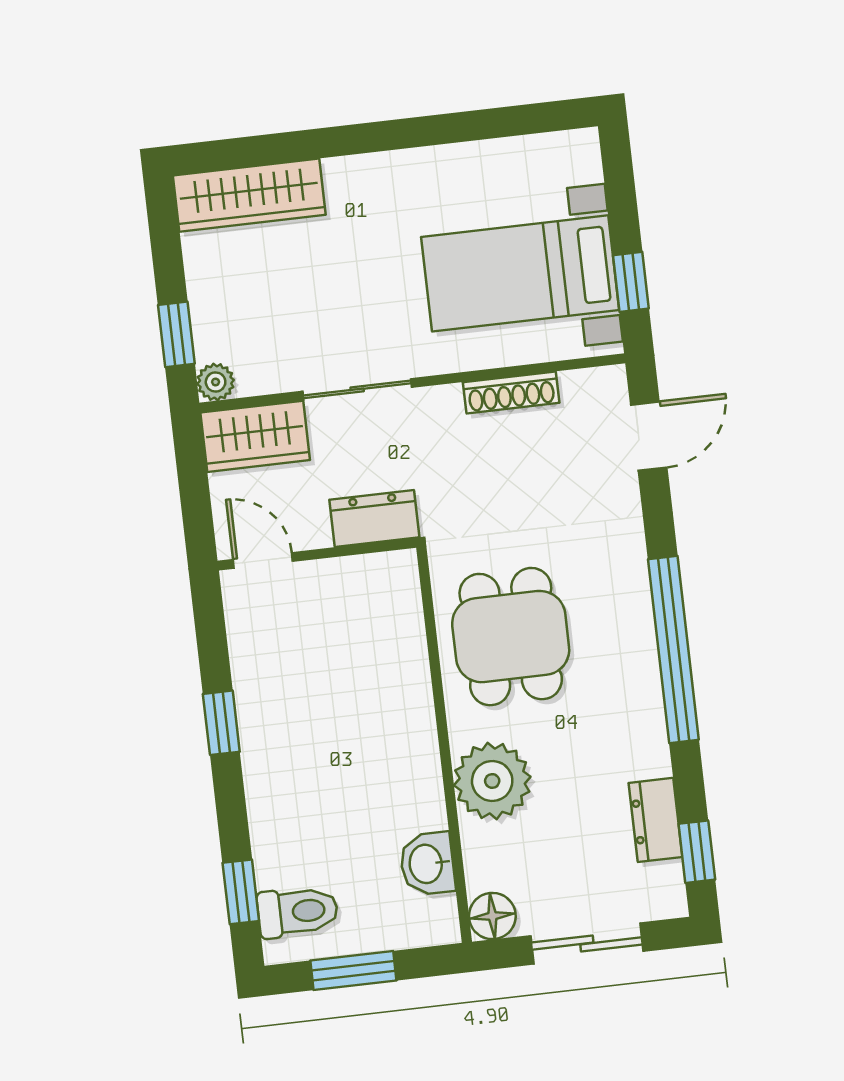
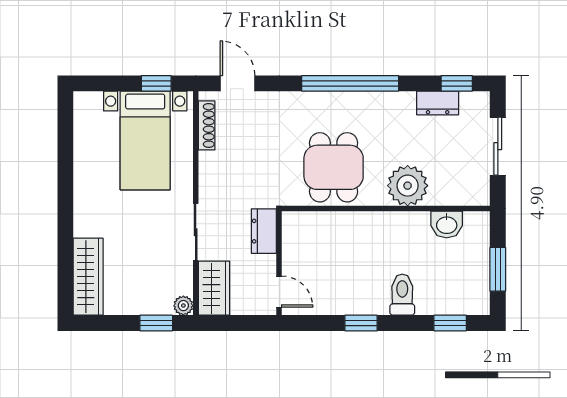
shoe rack: (511, 392) -> (207, 125), moved
door: (263, 560) -> (279, 292), swing flipped
dining table: (511, 637) -> (334, 167), turned 90
toilet: (298, 912) -> (402, 295), moved
floor lamp: (492, 916) -> (478, 194), removed

